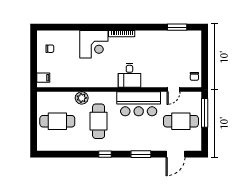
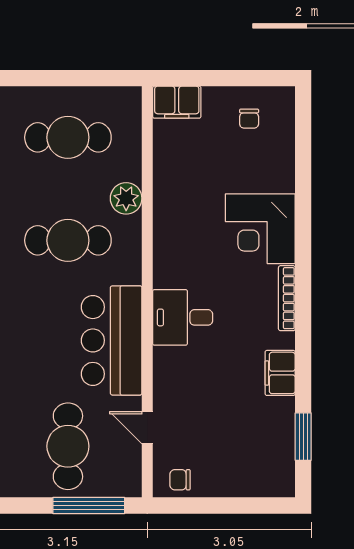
filing cabinet: (152, 36) -> (280, 373), added
filing cabinet: (43, 78) -> (177, 102), width x2.00
cafe table: (57, 121) -> (68, 137), turned 90

